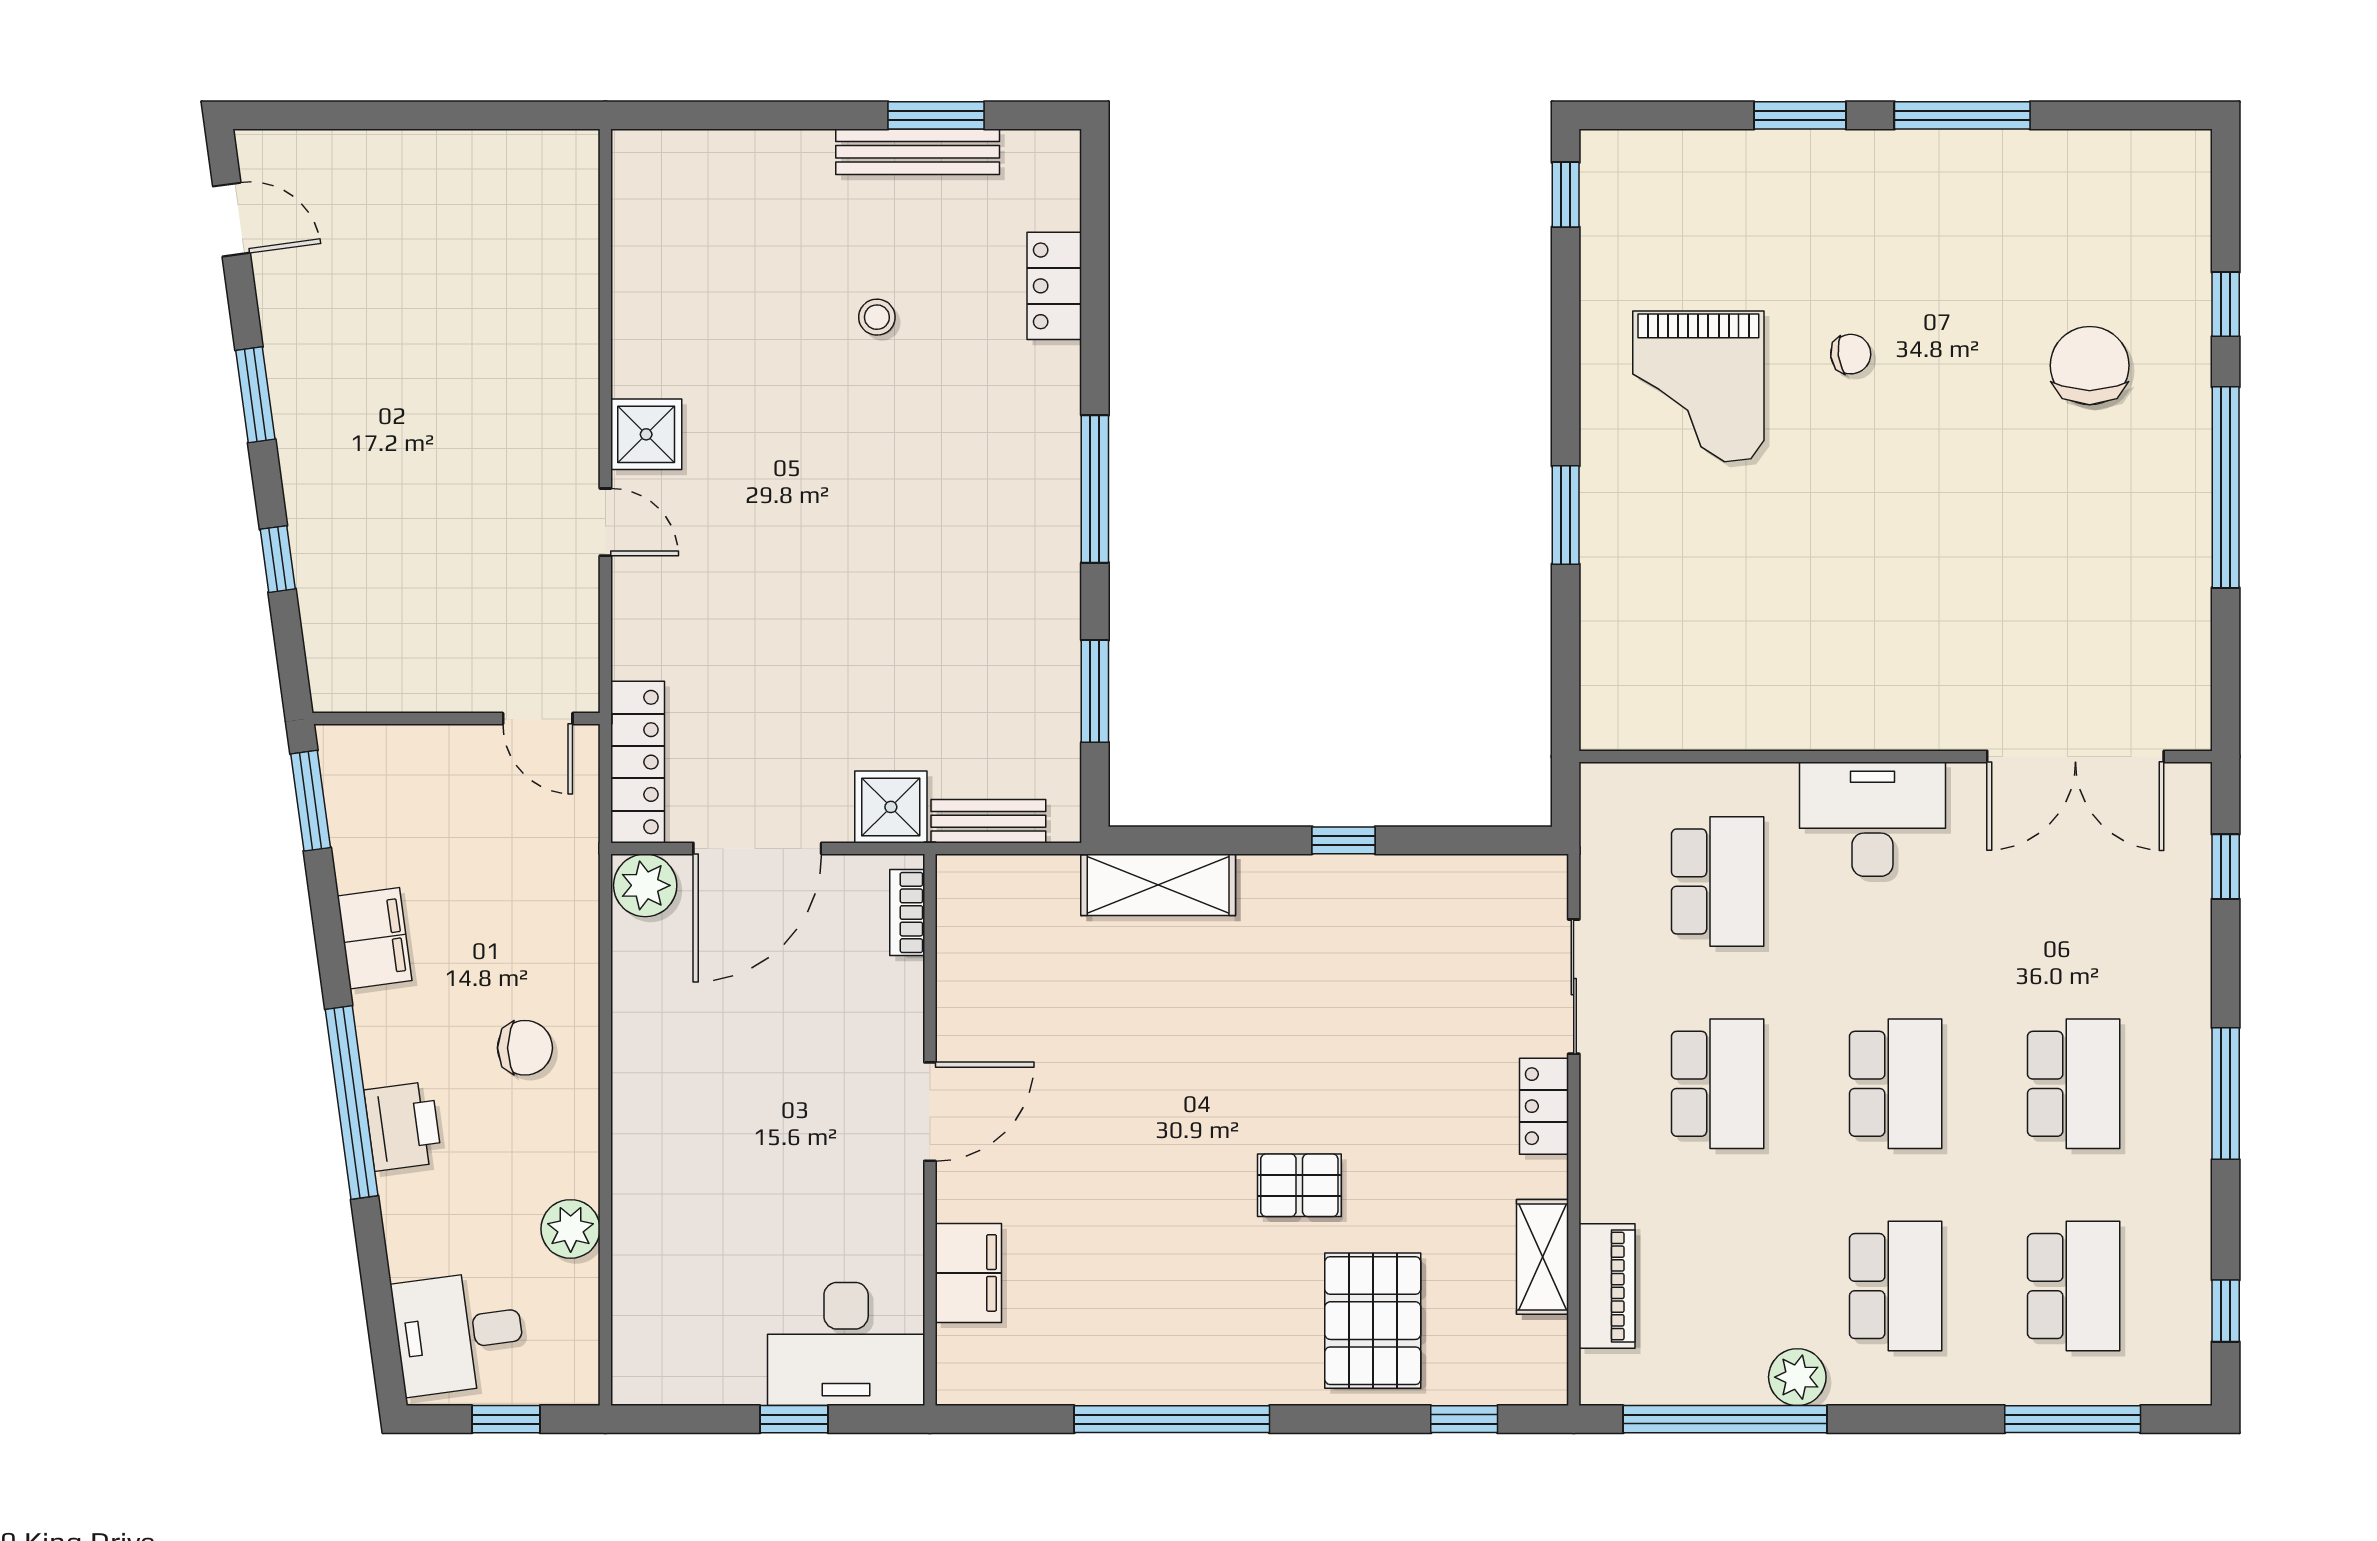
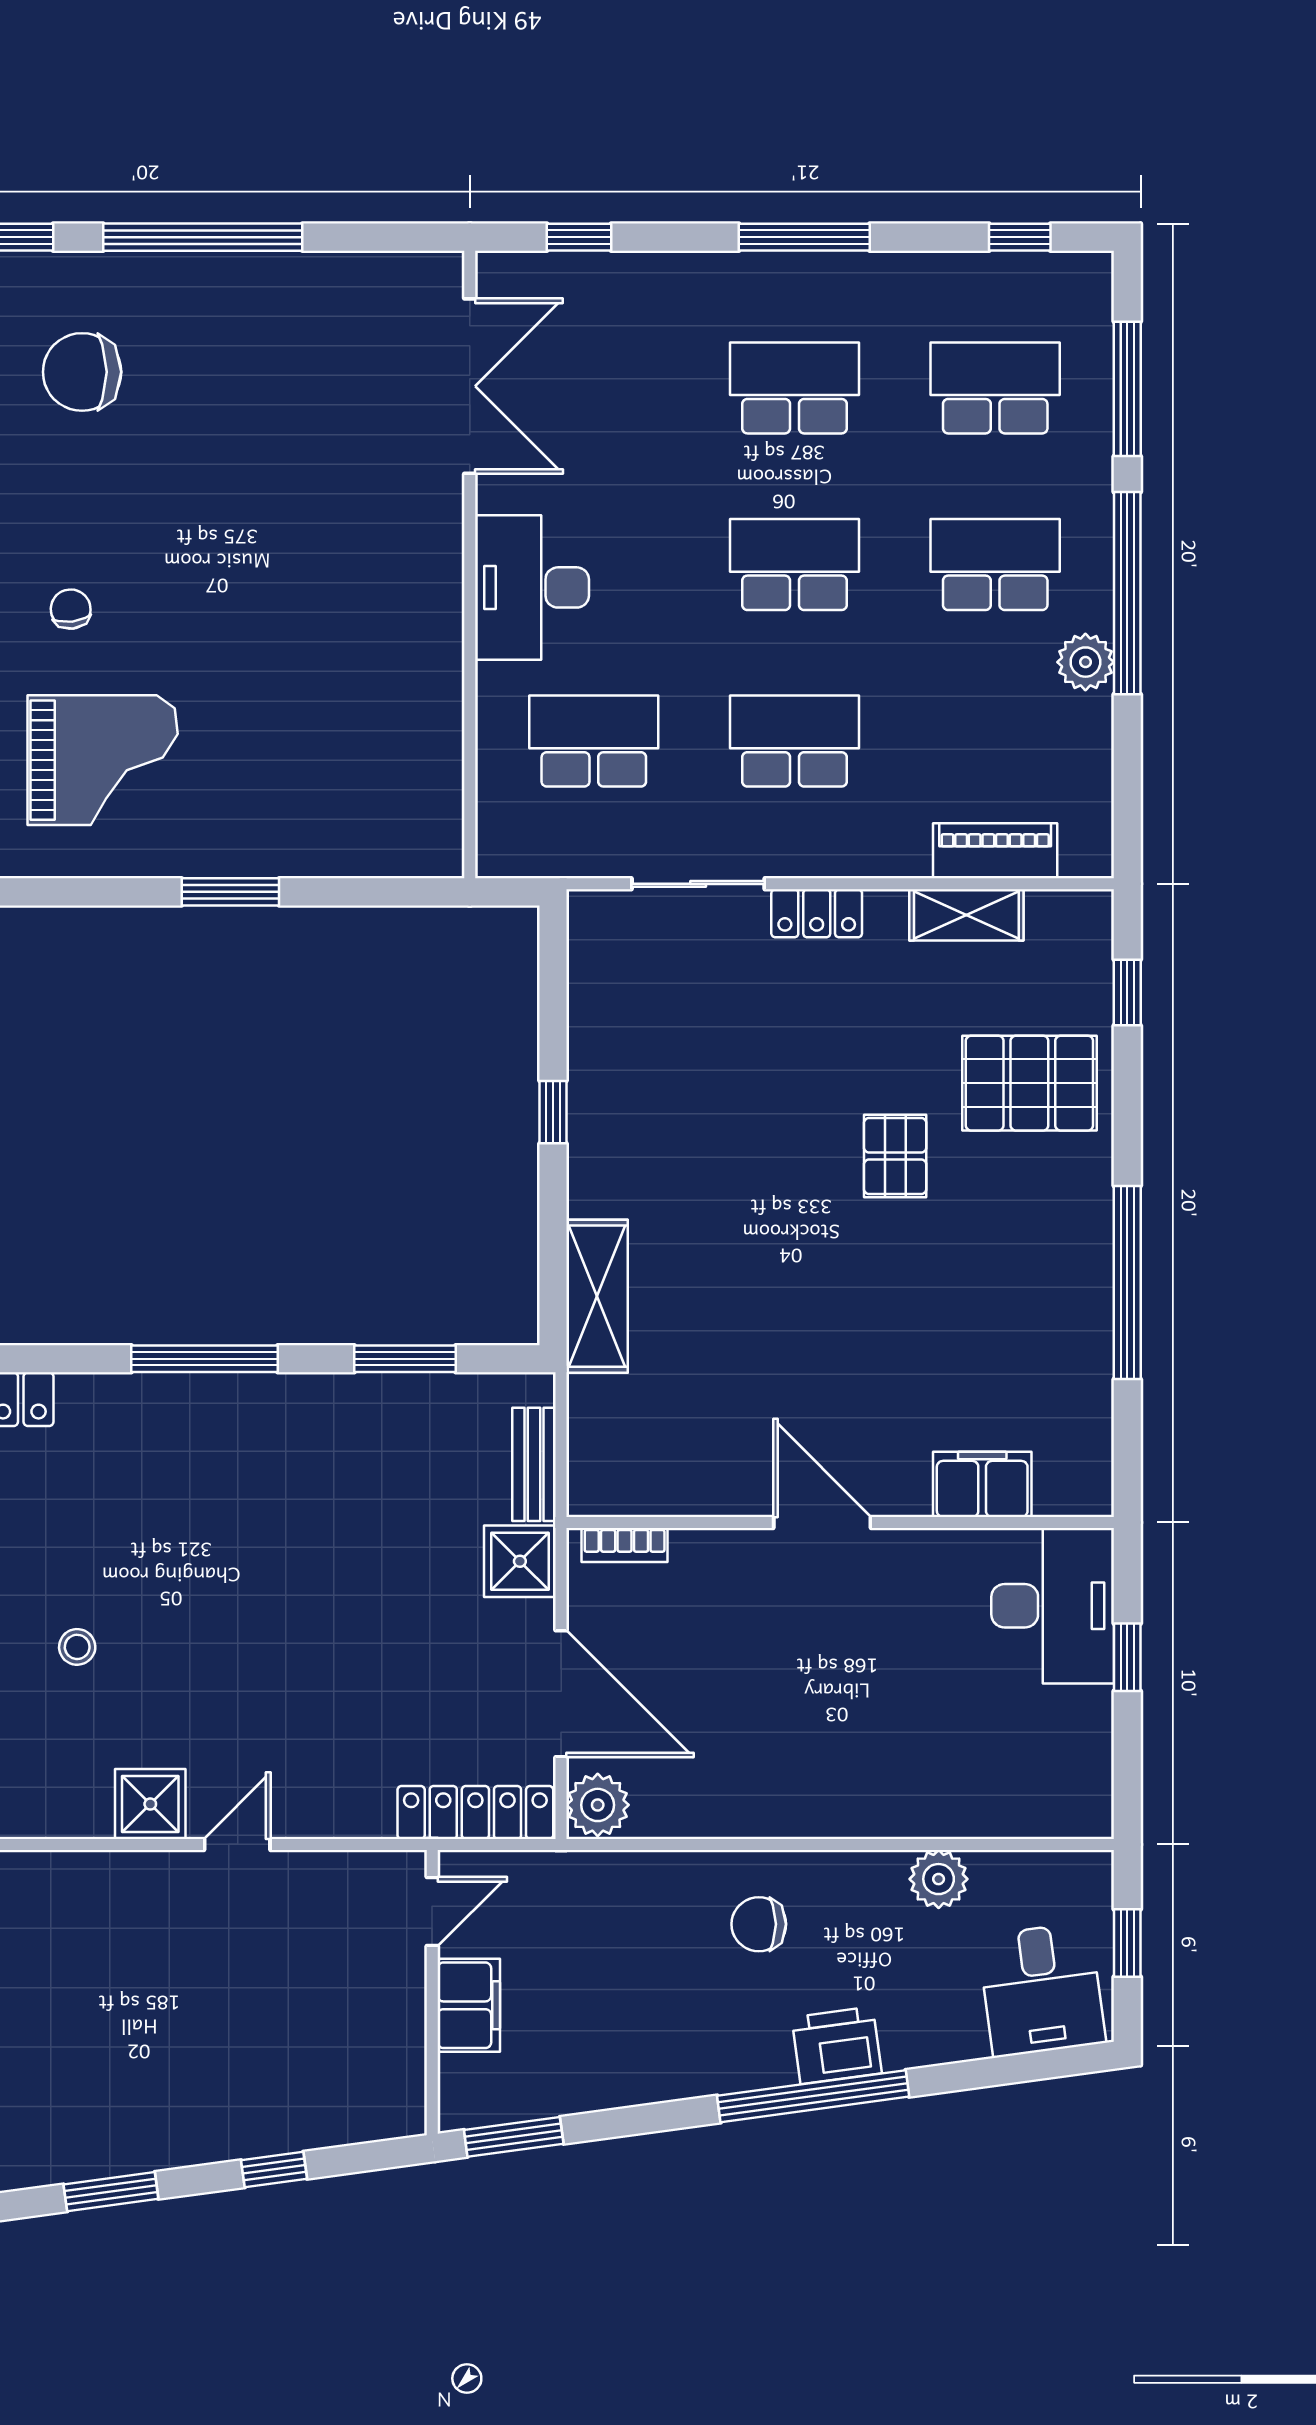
stool: (877, 317) -> (77, 1647), moved
filing cabinet: (375, 938) -> (469, 2005), moved, turned 98
chair: (525, 1048) -> (759, 1924), turned -90
window: (1725, 1419) -> (1127, 593), moved

